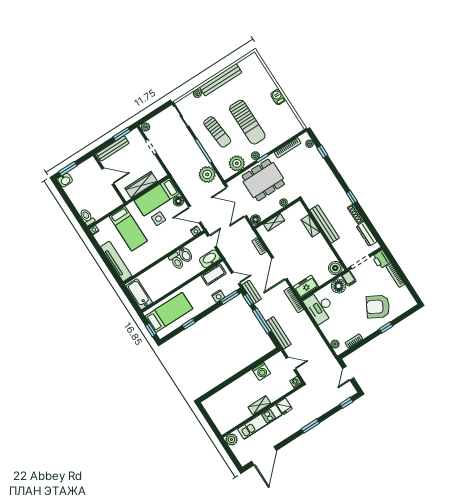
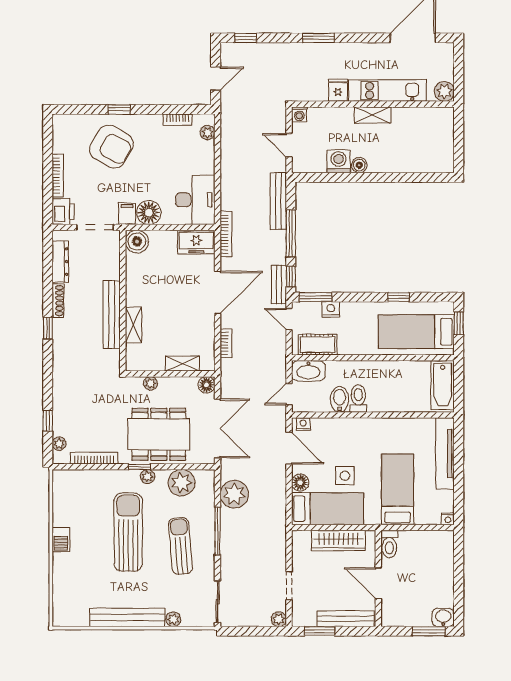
toilet: (87, 217) -> (389, 544), moved
boiler: (250, 376) -> (359, 165), added

